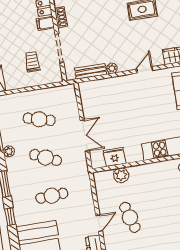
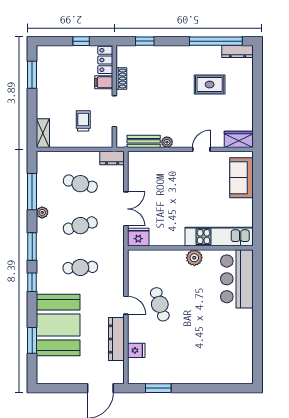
dresser: (64, 91) -> (112, 158), added
fridge: (115, 157) -> (138, 237), moved
cafe table: (46, 158) -> (80, 226), turned -39
plant: (121, 175) -> (194, 258), moved
door: (99, 223) -> (126, 305), hinge flipped

